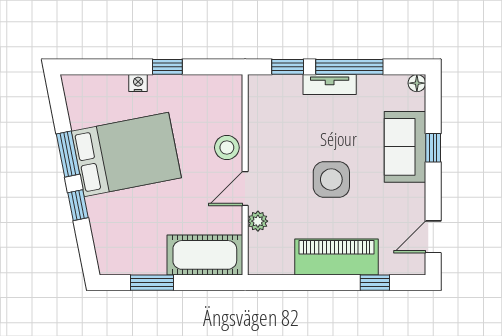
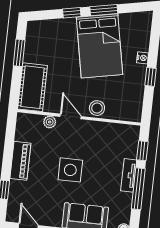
piano: (337, 257) -> (20, 161), width x0.73, depth x0.75

